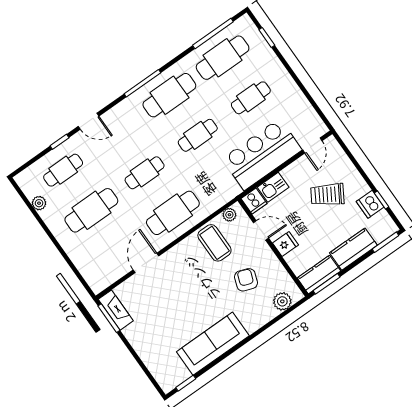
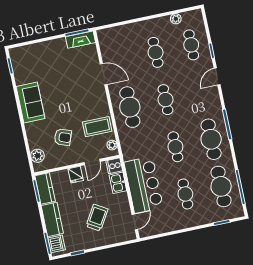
door: (312, 145) -> (135, 222), swing flipped
dishwasher: (370, 204) -> (57, 244), moved, turned 90
cafe table: (91, 210) -> (156, 52), width x0.73, depth x0.74
sofa: (213, 344) -> (30, 103), width x0.73

